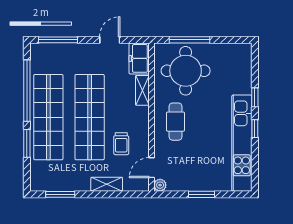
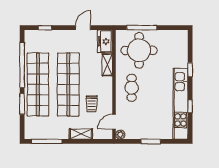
window: (58, 40) -> (45, 28), width x0.46
window: (255, 129) -> (190, 106), moved
window: (60, 194) -> (47, 141), width x1.44

